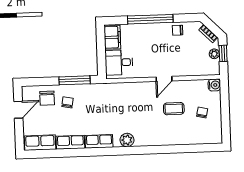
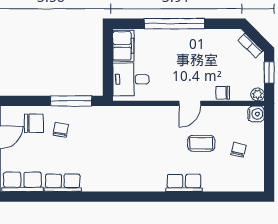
chair: (178, 30) -> (223, 93), moved
plant: (214, 54) -> (258, 94), moved
chair: (47, 98) -> (34, 123), turned -90
plant: (127, 140) -> (138, 183), removed
row of seats: (99, 141) -> (184, 183), moved

